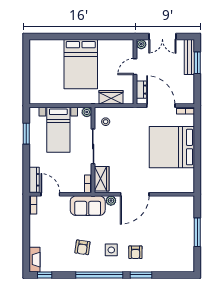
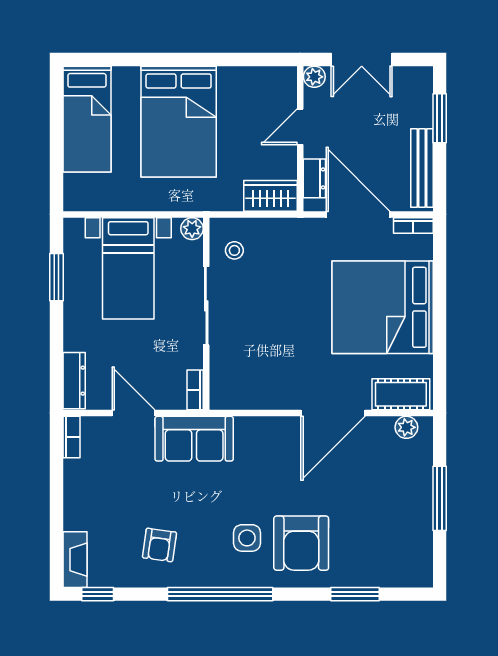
bench: (189, 57) -> (422, 168), moved
bed: (40, 63) -> (87, 119), added
wardrobe: (111, 97) -> (270, 196), moved
wardrobe: (102, 179) -> (226, 378), removed
cot: (180, 186) -> (401, 394), added
door: (50, 194) -> (134, 413), moved
door: (135, 194) -> (333, 413), moved
plant: (111, 201) -> (406, 427), moved
armchair: (82, 247) -> (159, 545), moved
armchair: (135, 252) -> (301, 543), width x1.88, depth x1.88
window: (141, 275) -> (355, 594), moved

